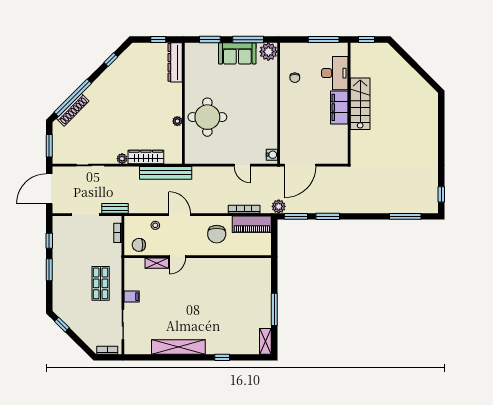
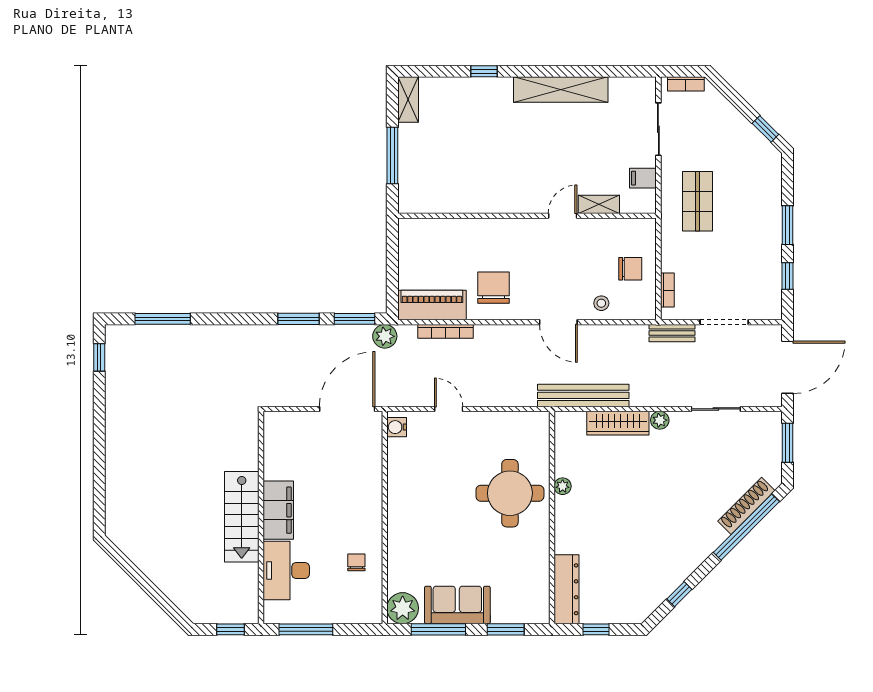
door: (177, 257) -> (563, 216), moved
wall: (198, 257) -> (527, 216), moved
shelving: (157, 263) -> (599, 204), moved

